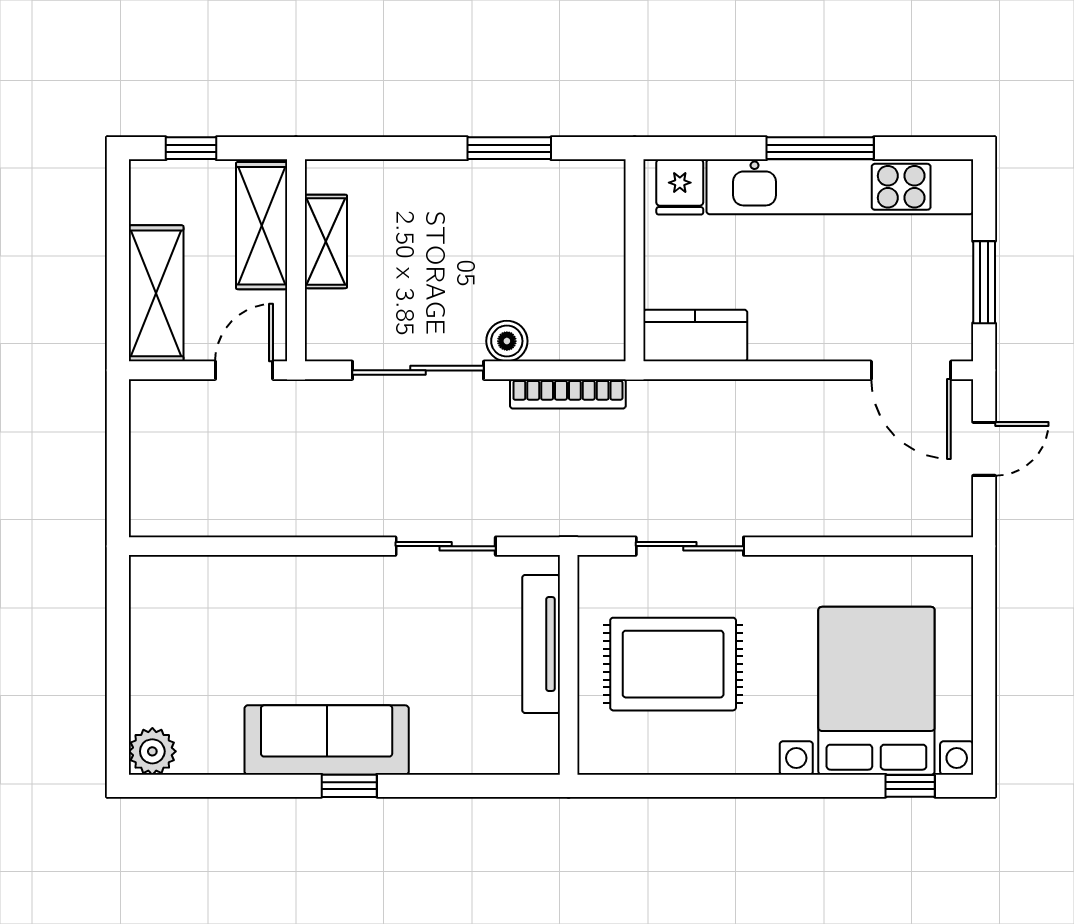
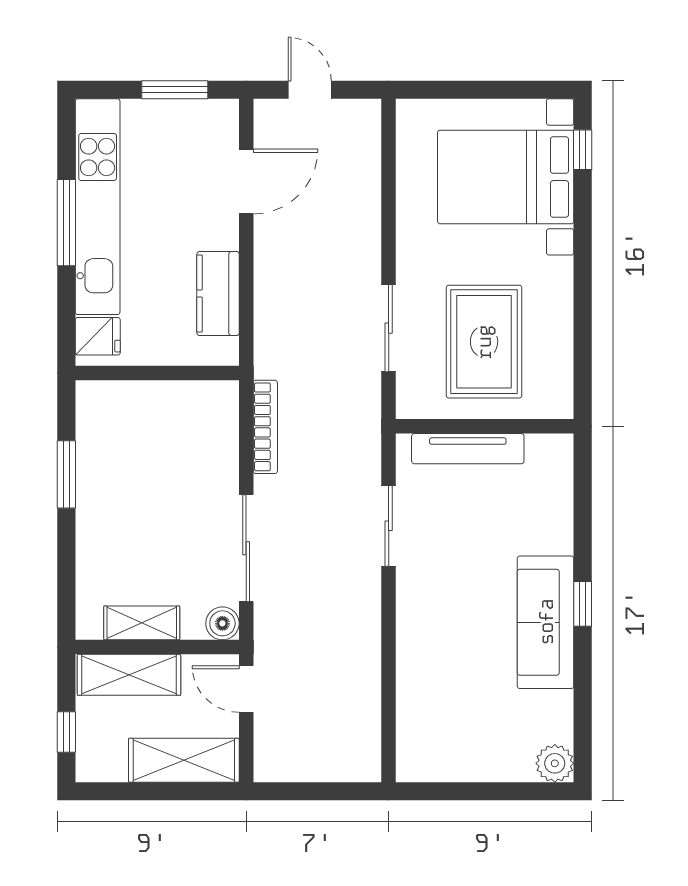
kitchen counter: (695, 336) -> (218, 293), moved
boiler: (507, 341) -> (222, 623), moved
door: (911, 370) -> (246, 181), moved

